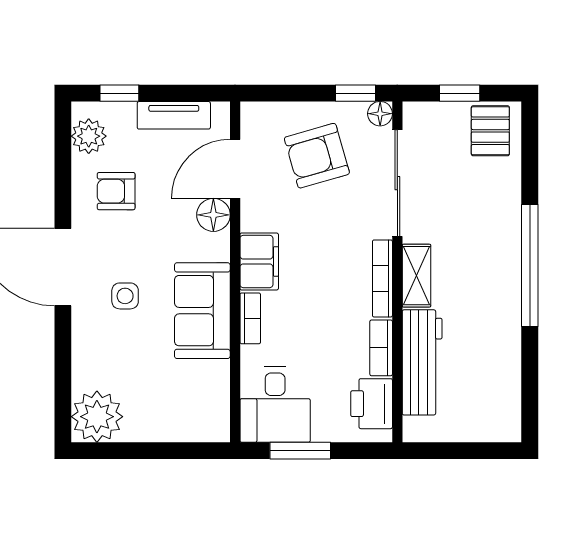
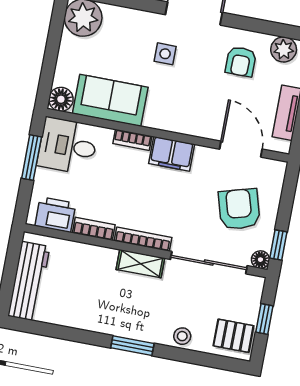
armchair: (116, 191) -> (241, 62), turned 180
stool: (504, 200) -> (182, 336), added
floor lamp: (213, 215) -> (61, 99), moved
window: (530, 266) -> (132, 346), width x0.47
sofa: (202, 311) -> (110, 100), moved
workbench: (422, 362) -> (29, 281), moved, turned -90

